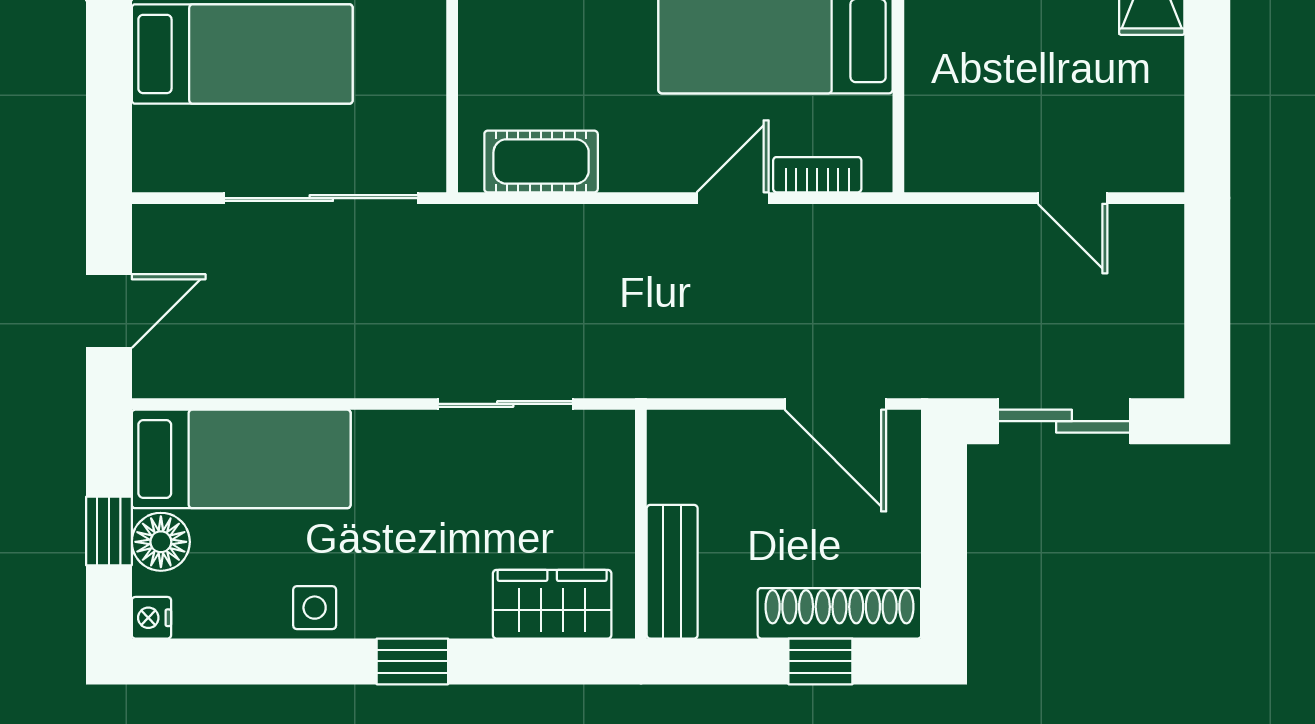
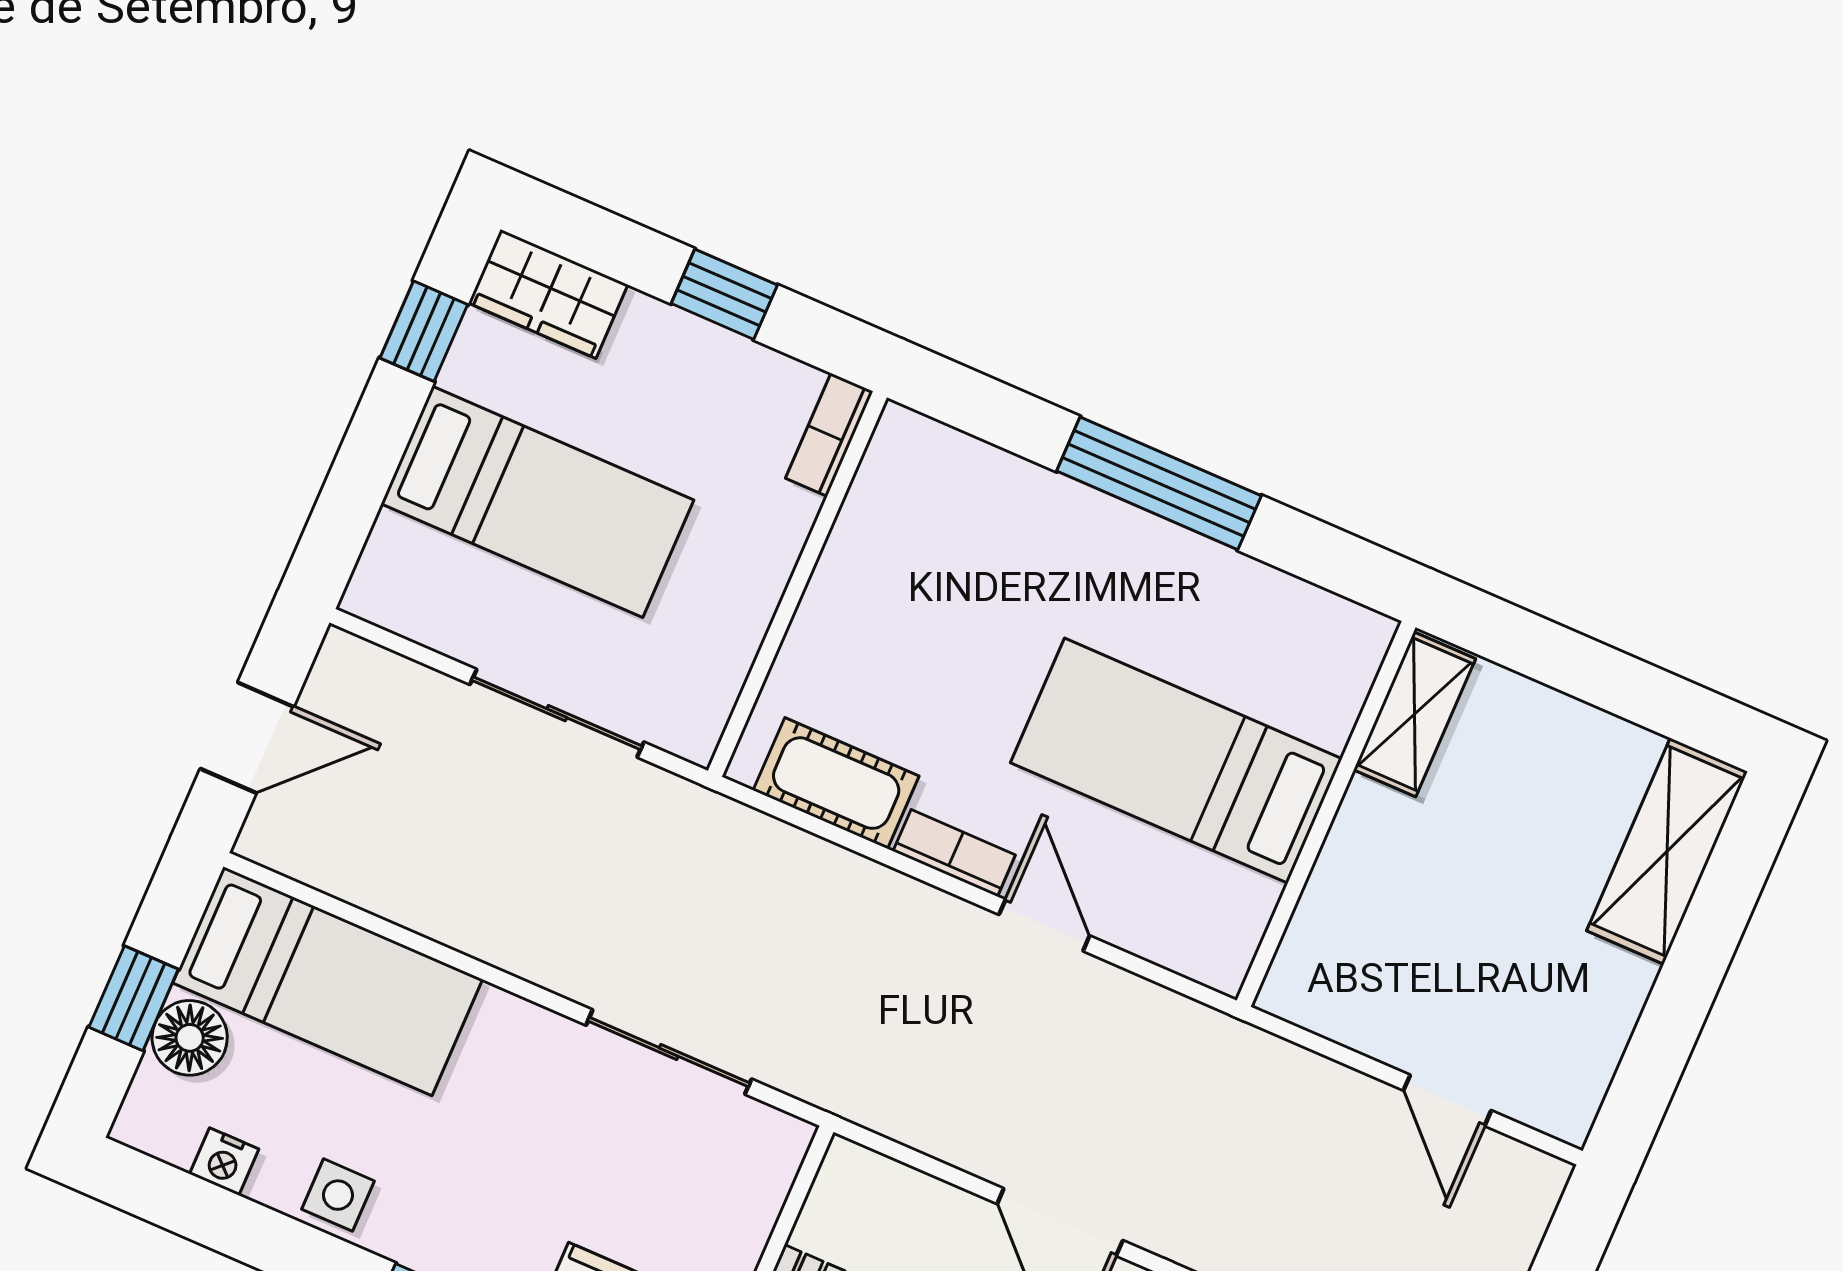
bookcase: (817, 175) -> (954, 853), moved
sliding door: (321, 198) -> (557, 713), width x0.73
door: (733, 198) -> (1044, 925), hinge flipped
nightstand: (151, 618) -> (224, 1162), moved, turned -90

